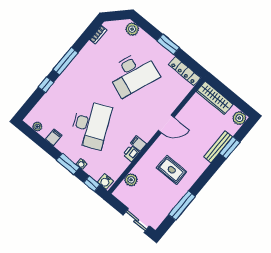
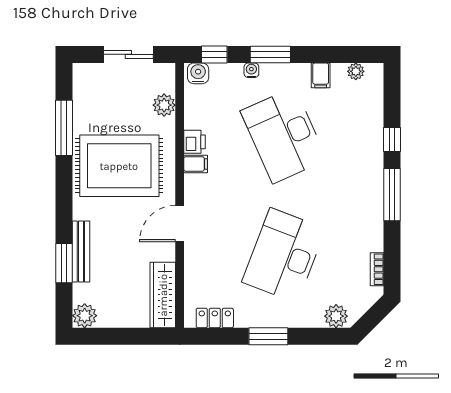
locker: (185, 71) -> (215, 318), width x0.66
wardrobe: (214, 98) -> (163, 295), moved, turned -90
rug: (172, 170) -> (119, 166), width x1.86, depth x2.06
sliding door: (136, 221) -> (128, 54), moved

